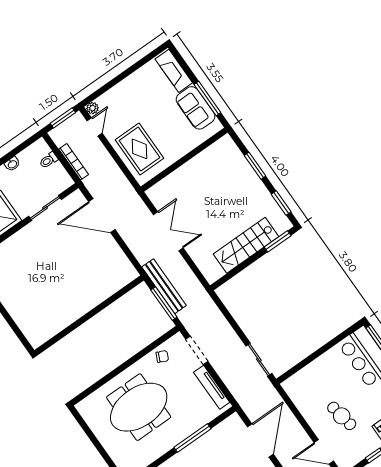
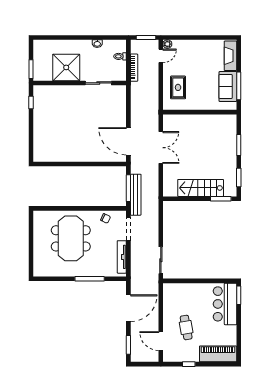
rug: (140, 149) -> (178, 87), width x0.73, depth x0.70
door: (102, 216) -> (128, 141), moved
bench: (164, 286) -> (136, 195), moved
meeting table: (139, 407) -> (71, 238), turned 90

